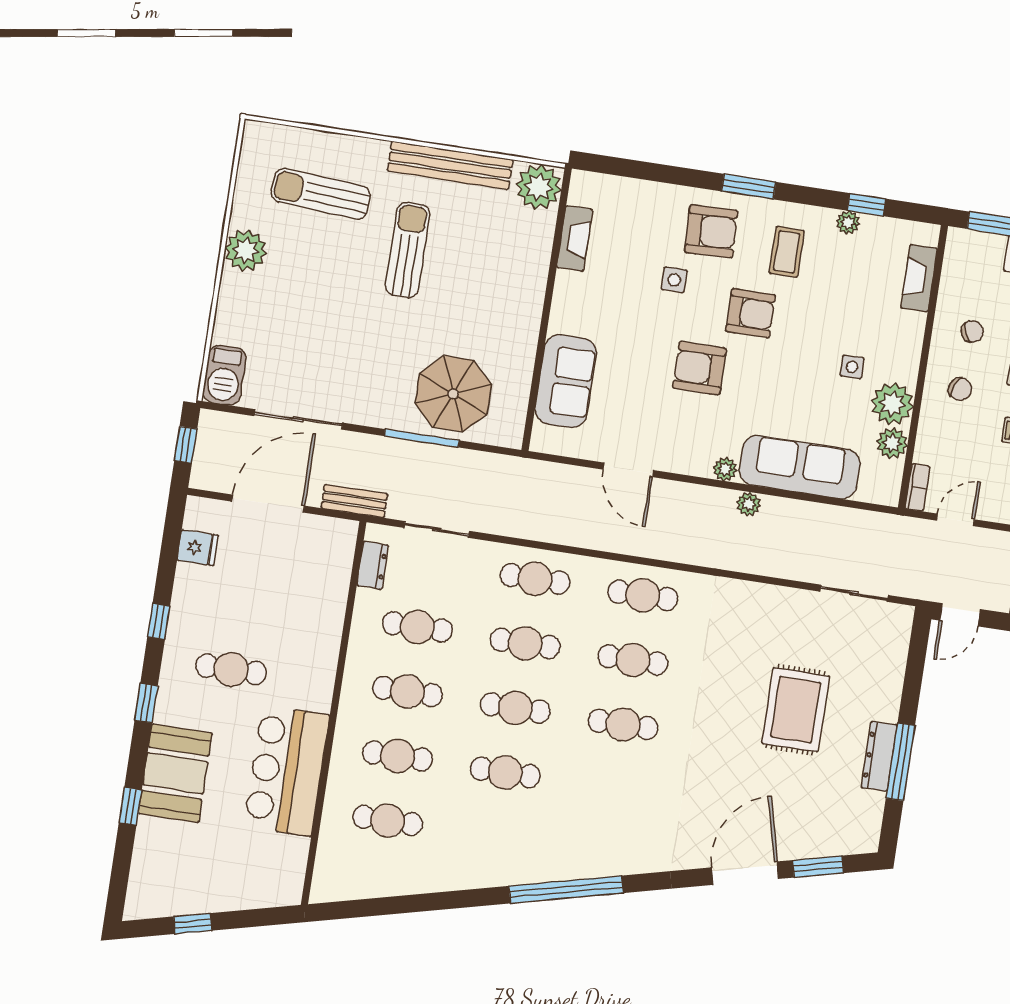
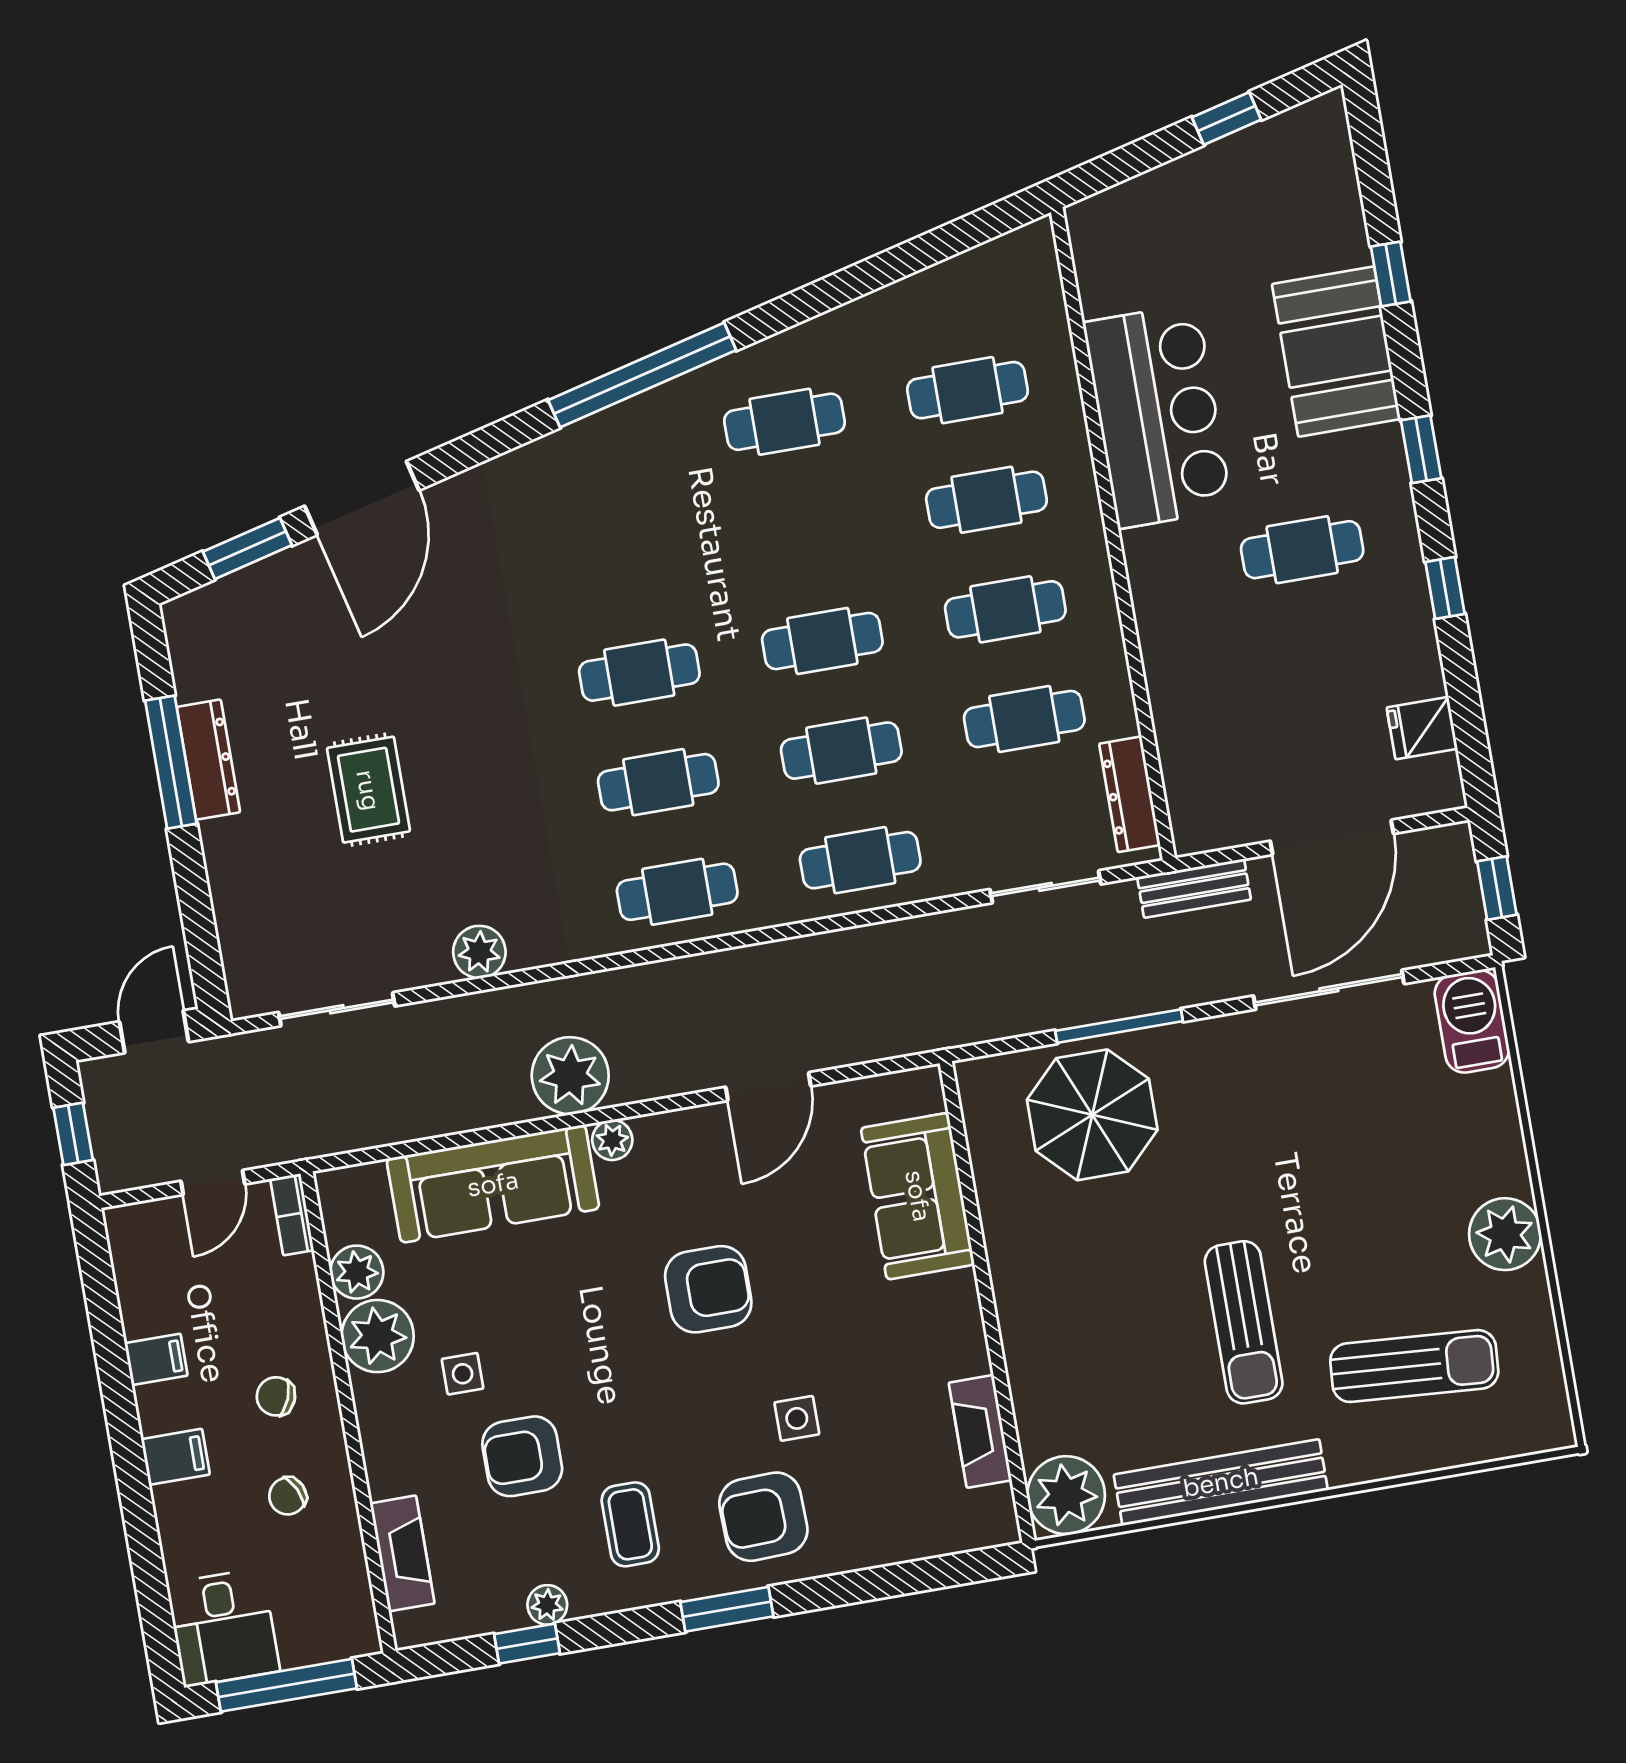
armchair: (751, 313) -> (522, 1456), moved
door: (628, 470) -> (768, 1087), swing flipped
plant: (749, 504) -> (570, 1076), width x1.88, depth x1.88
dresser: (373, 565) -> (1130, 794), width x1.44
plant: (764, 599) -> (479, 952), added
rug: (796, 710) -> (368, 790), width x0.73, depth x0.70
cafe table: (505, 772) -> (784, 422), moved

